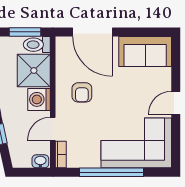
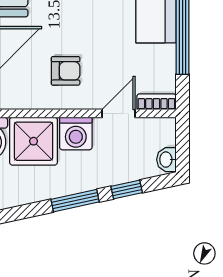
door: (53, 129) -> (119, 113), swing flipped
washbasin: (40, 161) -> (166, 160), moved

